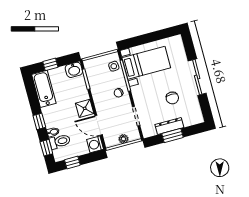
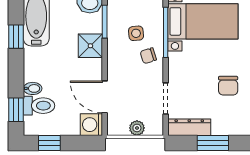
side table: (114, 66) -> (136, 33), moved
shower: (85, 108) -> (90, 46), moved
window: (39, 121) -> (16, 37), moved
dresser: (169, 126) -> (189, 127), moved

